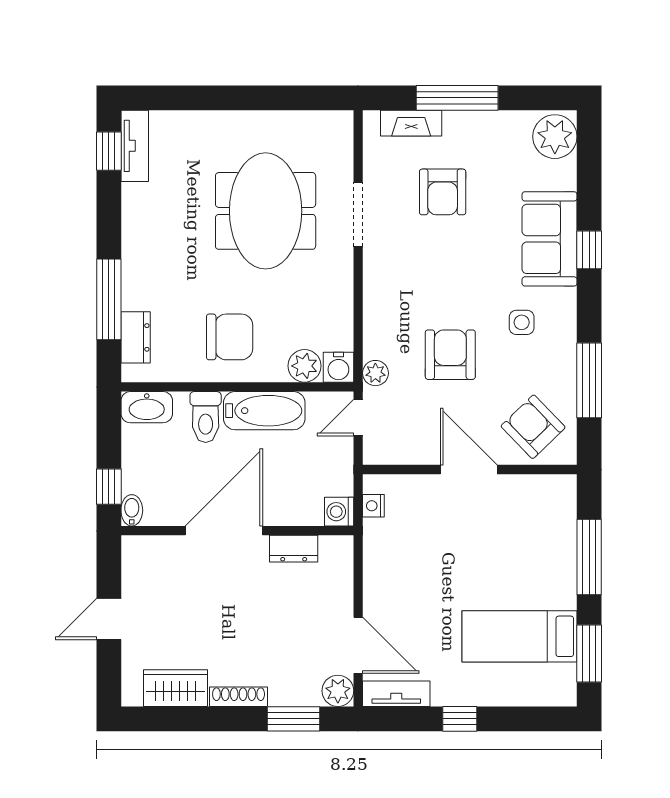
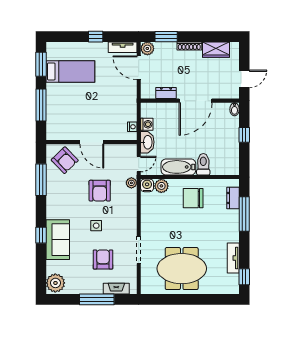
tv unit: (135, 146) -> (233, 258), moved
meeting table: (266, 211) -> (182, 269), moved, turned 90
side table: (522, 322) -> (96, 226), moved
washbasin: (147, 407) -> (147, 142), moved, turned 90
bidet: (132, 510) -> (234, 109), moved
door: (224, 531) -> (196, 101), moved
wall: (237, 531) -> (190, 101), moved
dresser: (294, 549) -> (166, 93), moved

